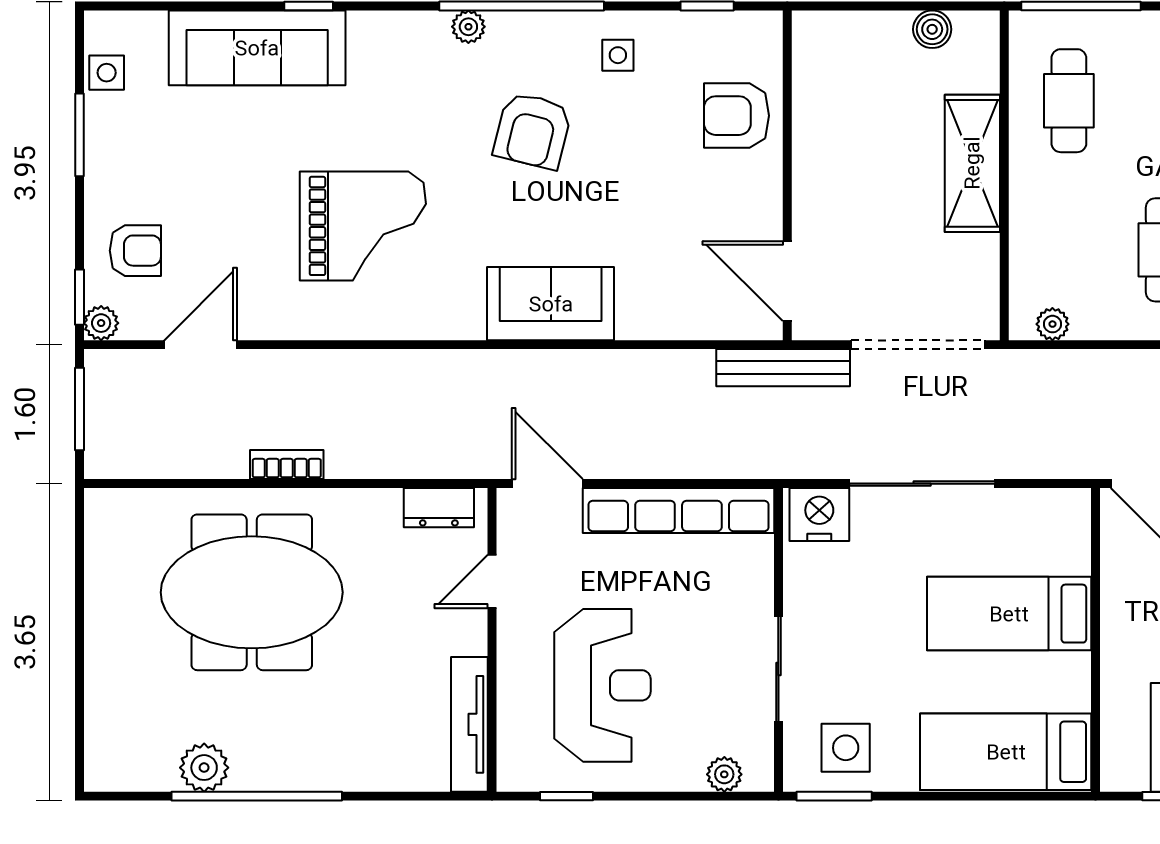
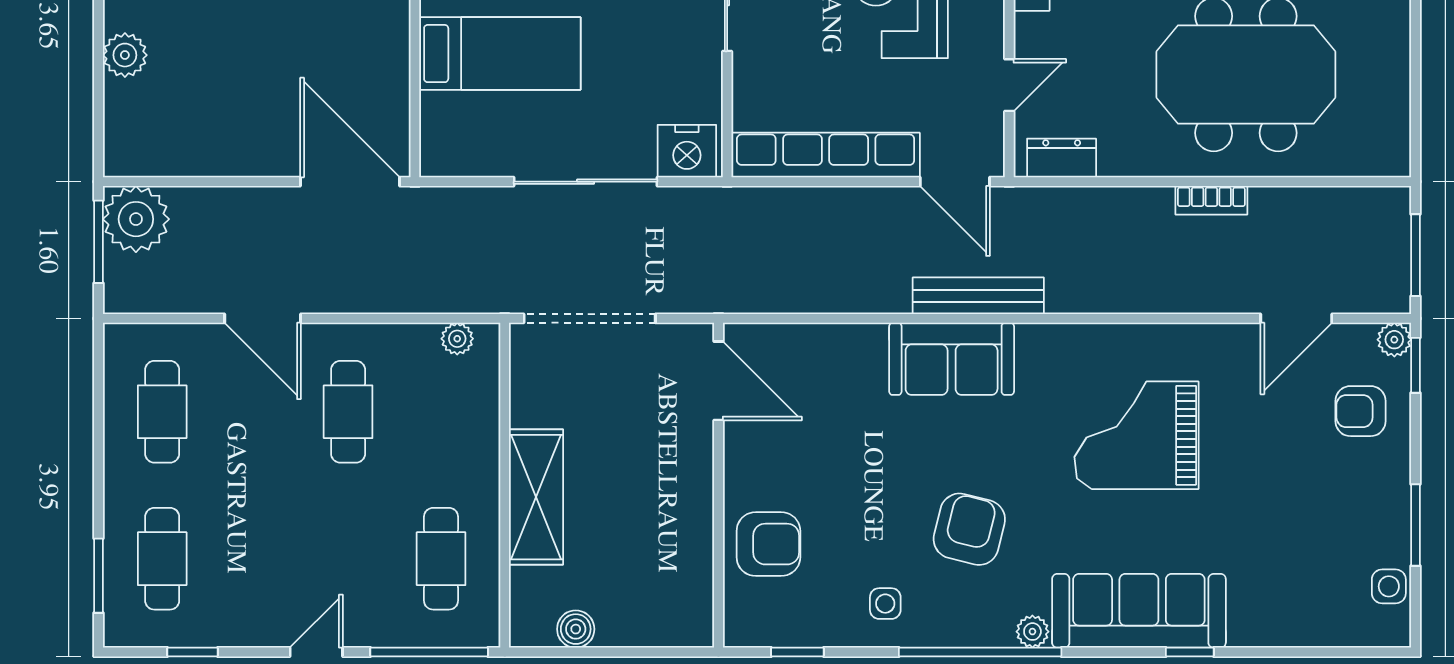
sofa: (257, 48) -> (1139, 611), moved
bench: (783, 368) -> (978, 296), moved

